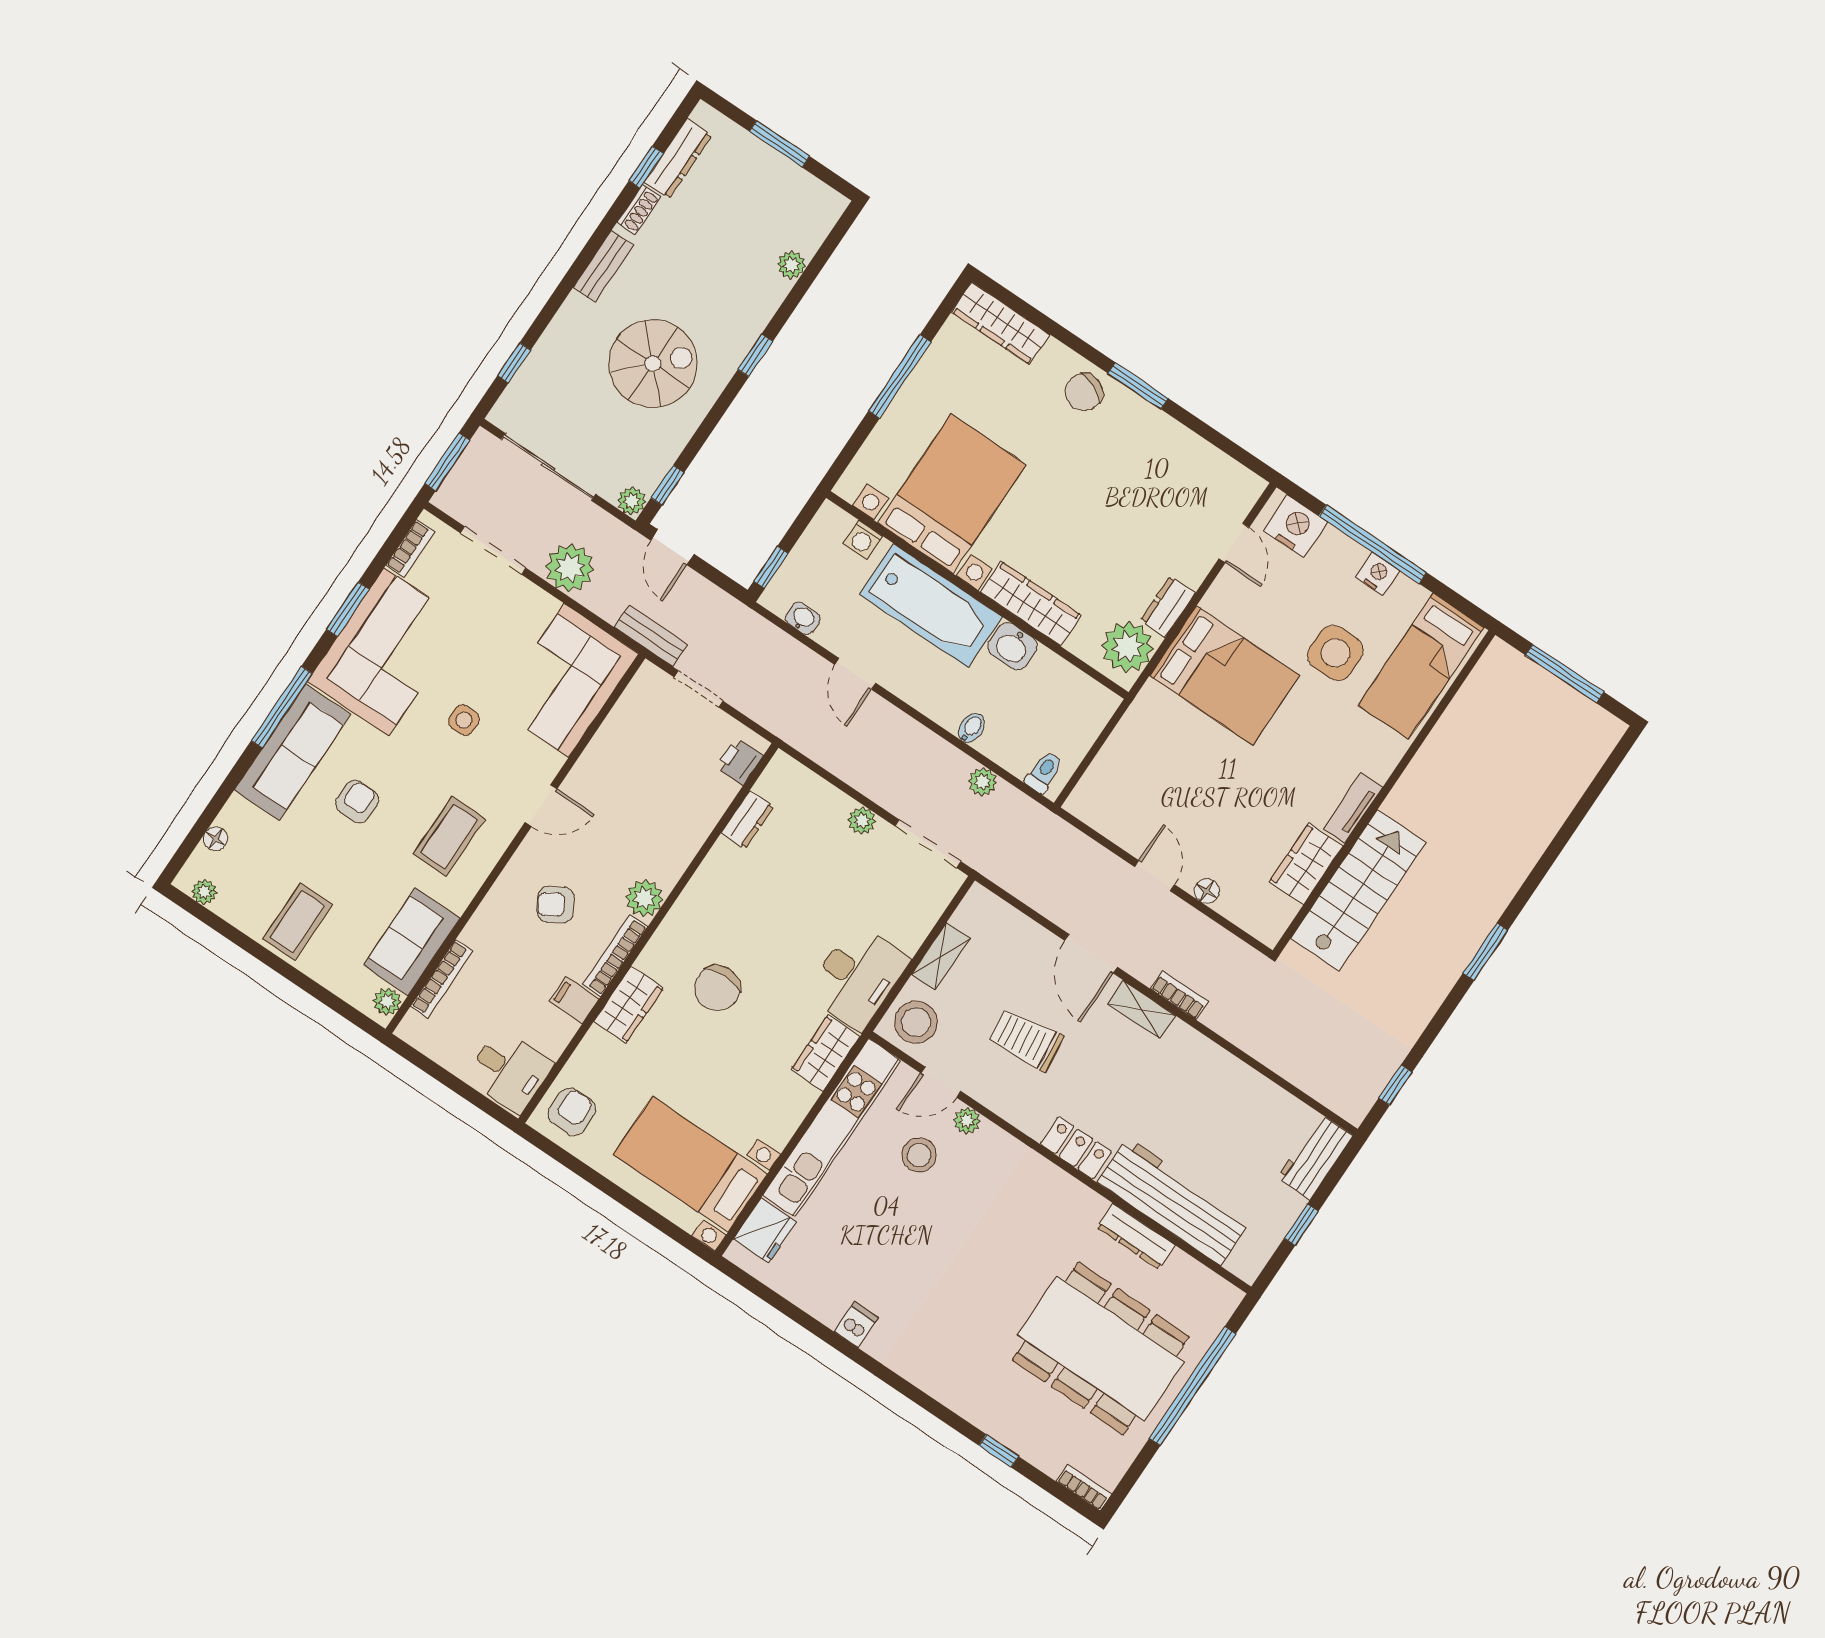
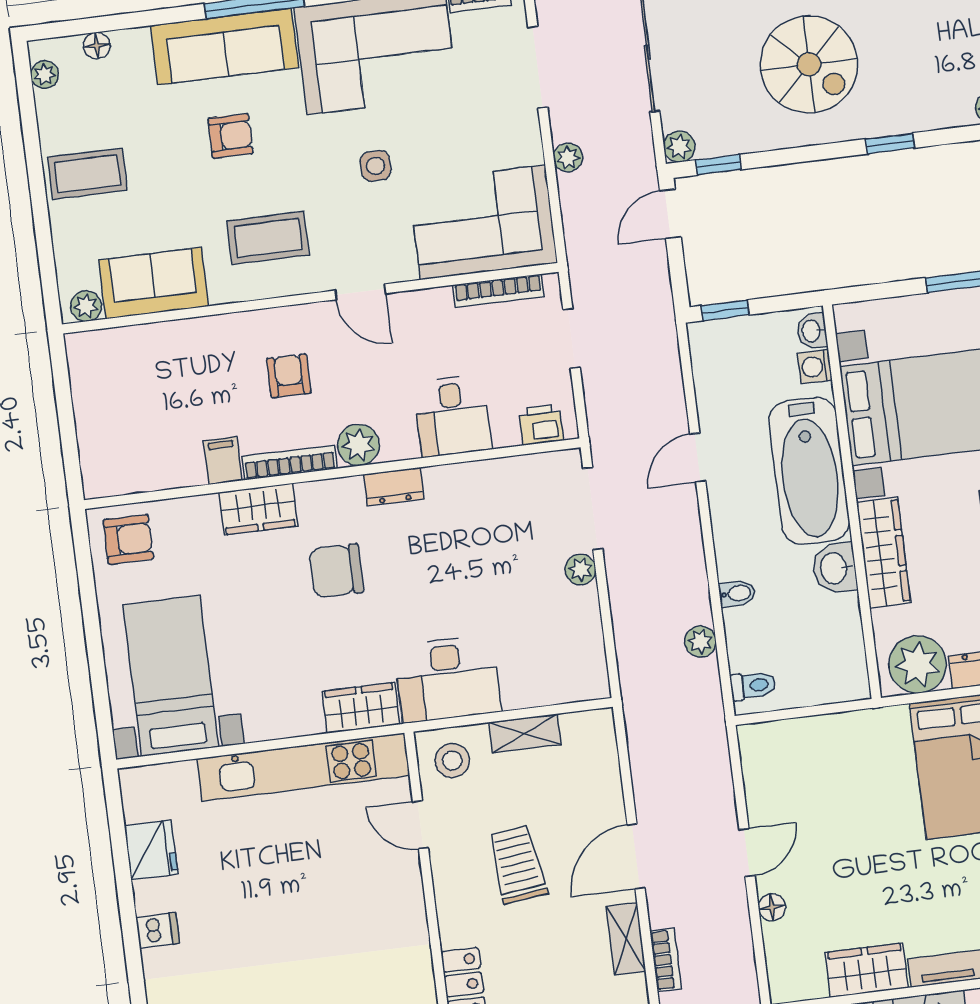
plant: (570, 568) -> (568, 158), width x0.53, depth x0.53
washbasin: (803, 618) -> (812, 331), moved, turned 180
bench: (651, 636) -> (581, 260), removed
dresser: (747, 819) -> (394, 487), moved
doorway: (928, 844) -> (593, 509), moved
armchair: (556, 905) -> (289, 376), turned 31
bookcase: (442, 979) -> (498, 291), moved
stool: (916, 1022) -> (452, 760), width x0.73, depth x0.73
desk: (509, 1071) -> (452, 416), moved
plant: (967, 1121) -> (407, 874), removed
stool: (919, 1155) -> (344, 859), removed
fridge: (765, 1230) -> (151, 850), moved, turned -90

